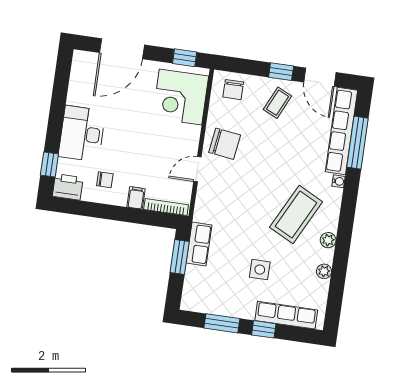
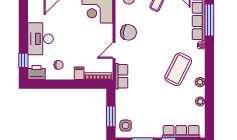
row of seats: (199, 244) -> (122, 76), moved
window: (180, 257) -> (111, 116), moved
side table: (260, 270) -> (126, 126), moved

